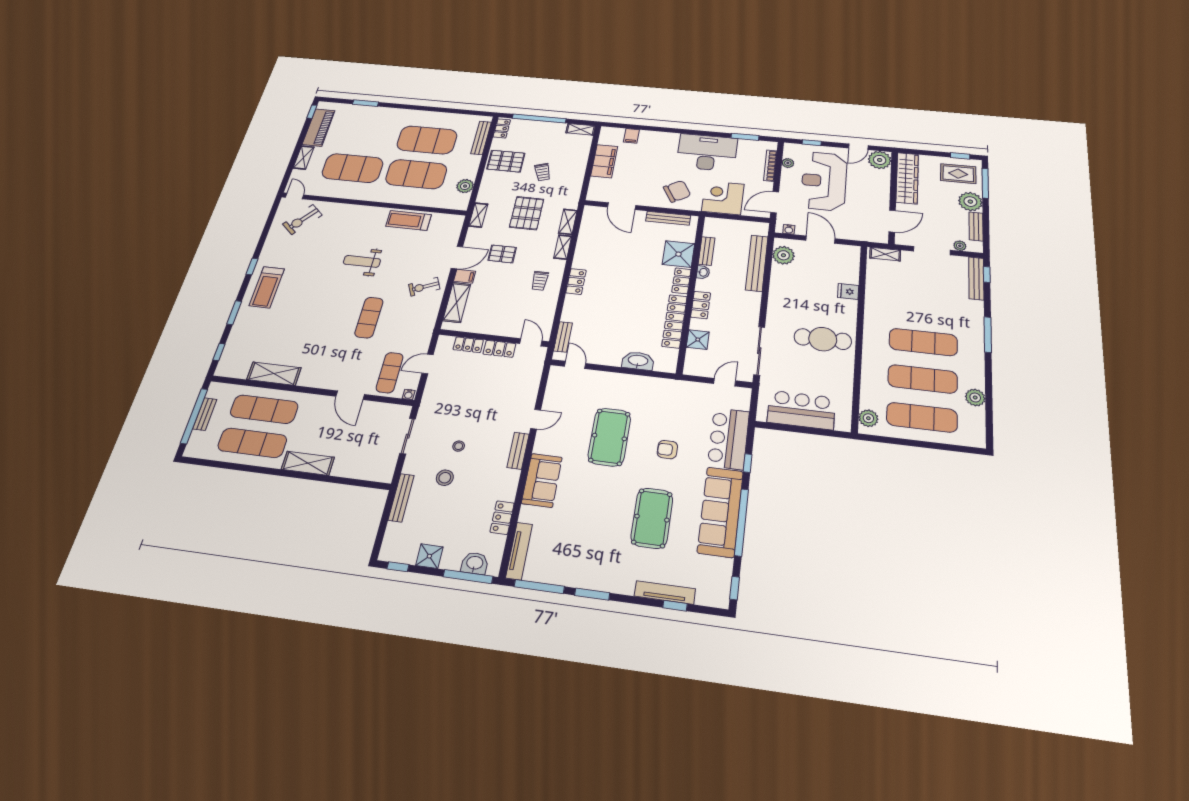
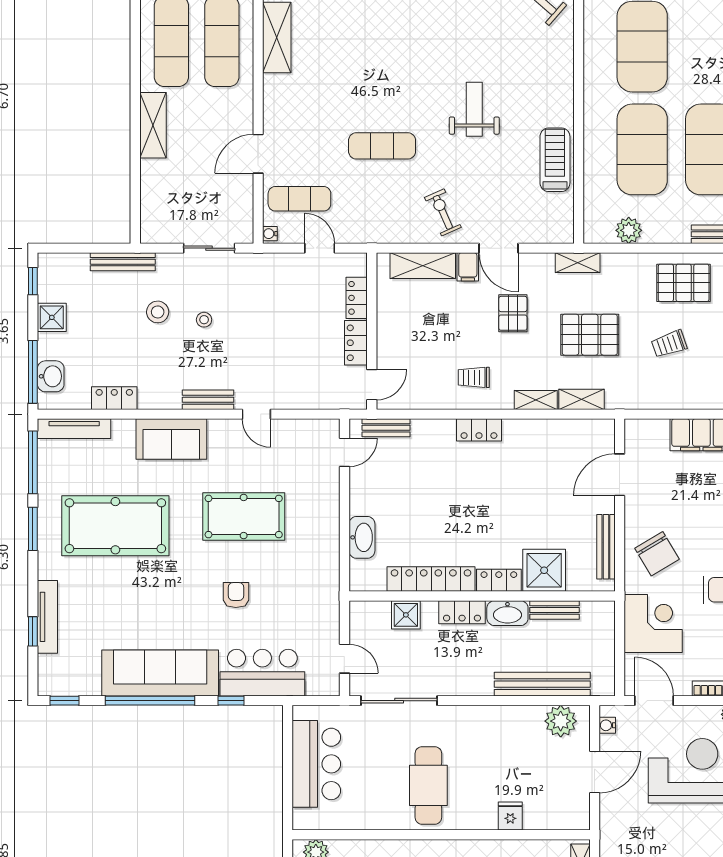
pallet: (506, 161) -> (684, 283), turned 90
washbasin: (703, 272) -> (507, 613), width x1.91, depth x1.45
pool table: (652, 518) -> (115, 526), moved, width x1.36, depth x1.32

